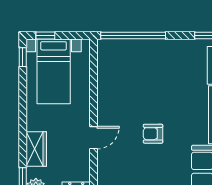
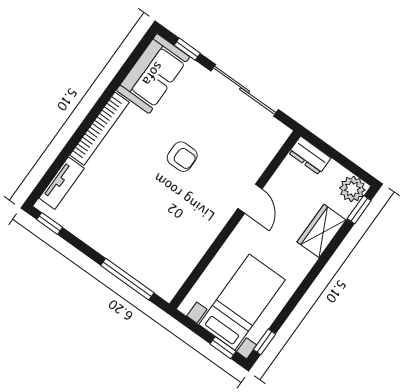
window: (133, 36) -> (127, 279), width x0.68
door: (94, 138) -> (250, 199), swing flipped

